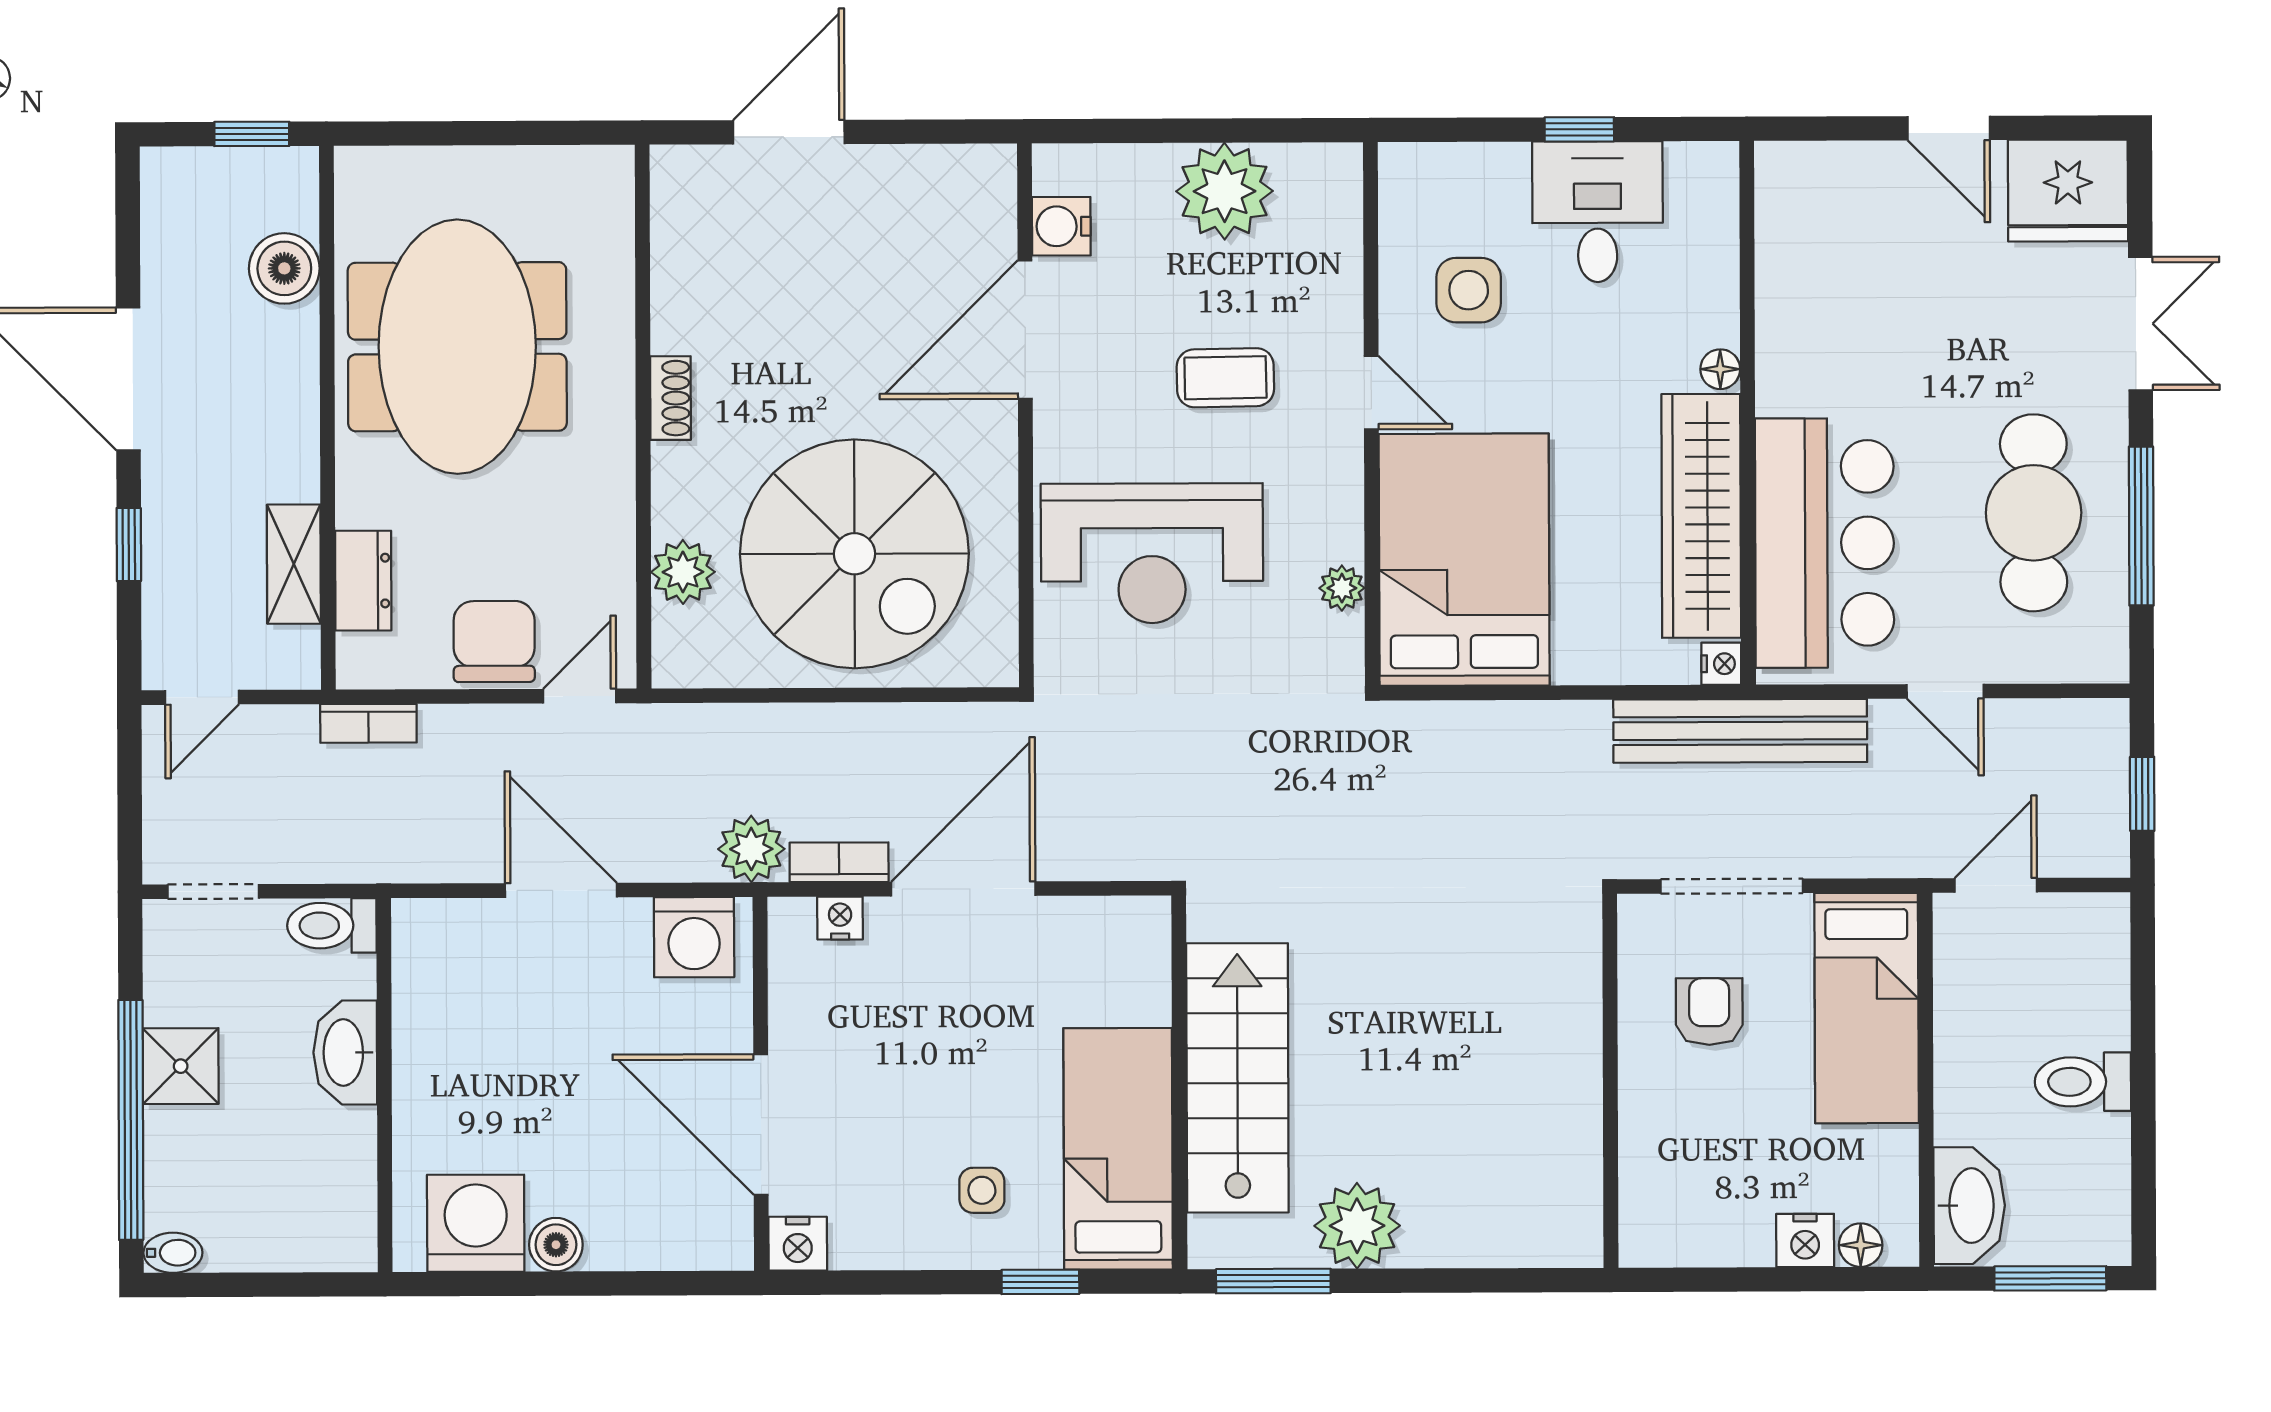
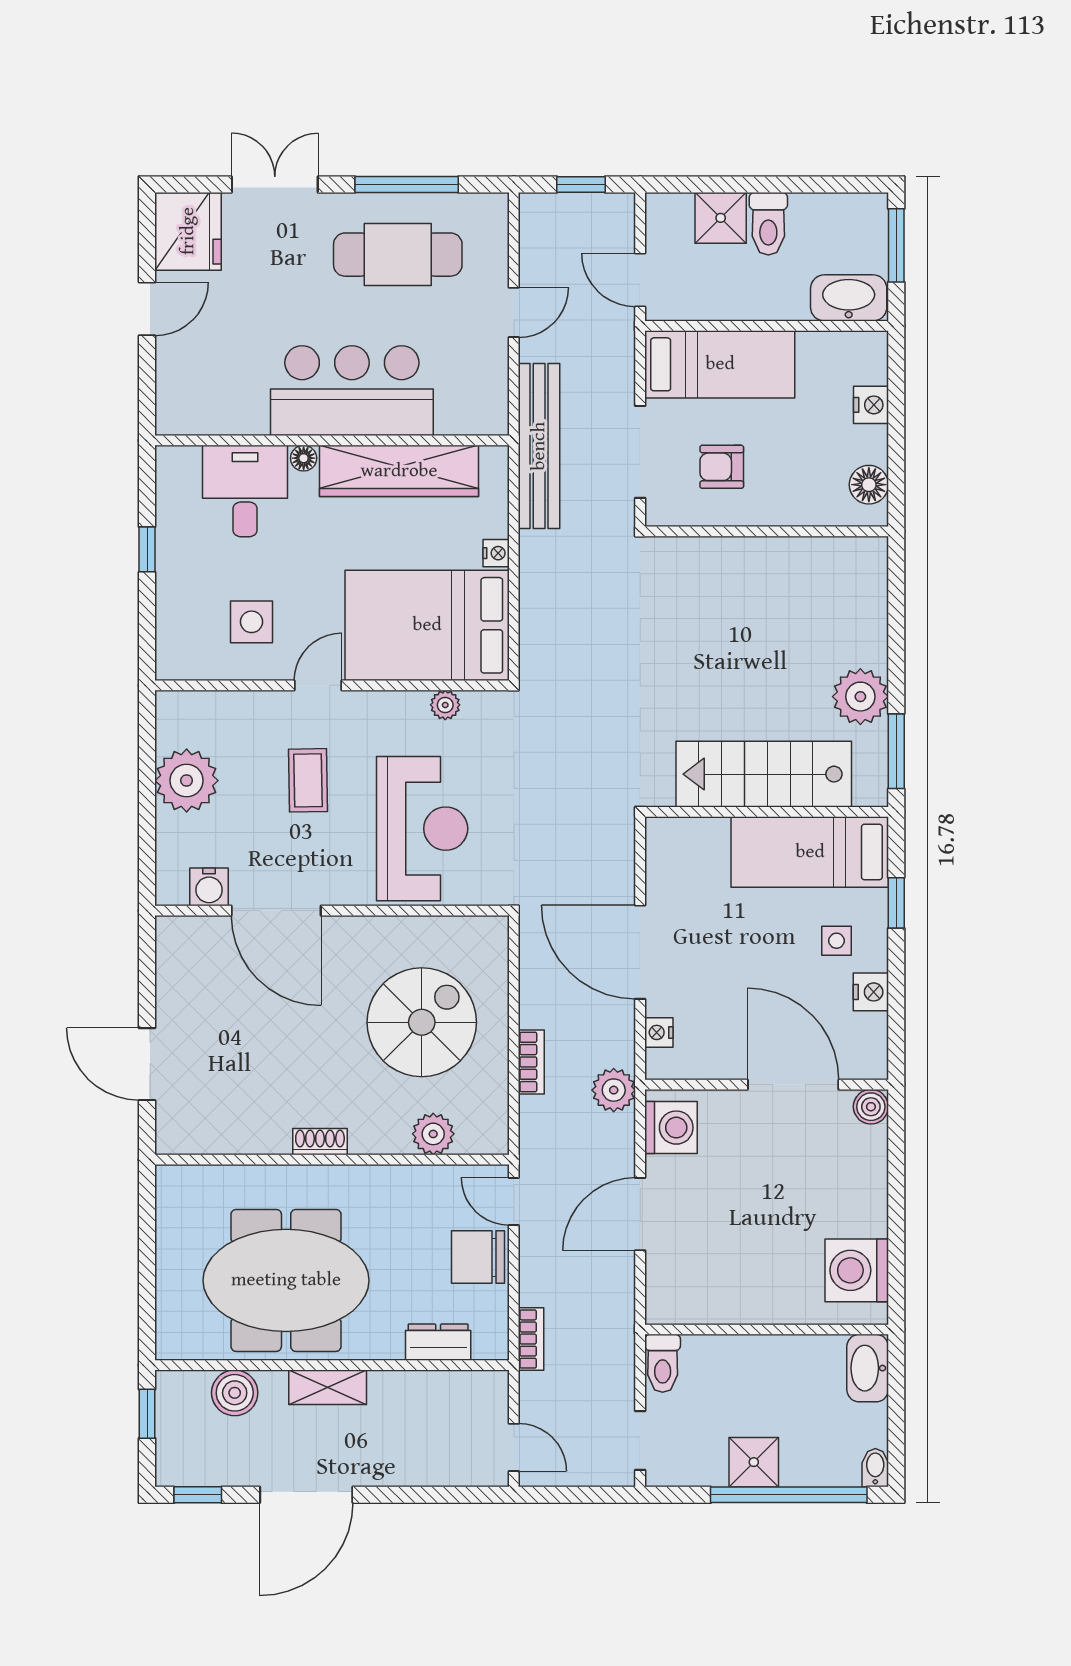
desk: (1598, 212) -> (245, 491), moved, turned 90
bar counter: (1825, 543) -> (352, 391), moved
window: (129, 545) -> (198, 1495), moved
spiral stairs: (854, 554) -> (422, 1022), width x0.73, depth x0.73
shelving: (294, 564) -> (328, 1387), moved
nightstand: (1721, 664) -> (496, 553), moved, turned 90
bookcase: (839, 862) -> (531, 1062), moved, turned 180
shower: (2092, 1009) -> (721, 218), added
washbasin: (345, 1053) -> (868, 1368), moved, turned 90
door: (761, 1124) -> (793, 1085), swing flipped
nightstand: (798, 1244) -> (871, 992), moved
boiler: (556, 1245) -> (871, 1107), moved
floor lamp: (1861, 1245) -> (869, 485), moved, width x1.37, depth x1.37

